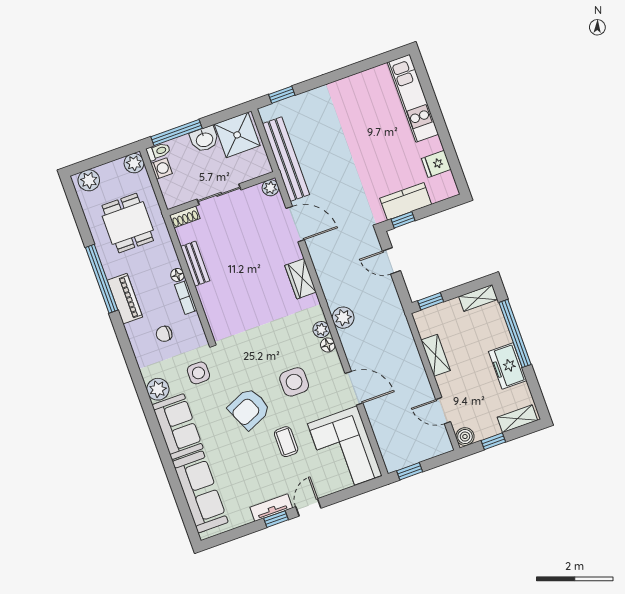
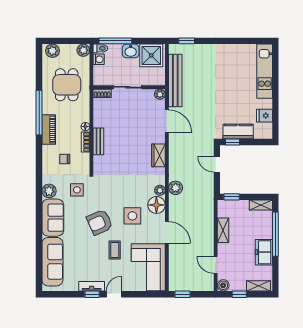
bench: (195, 264) -> (98, 141), moved
floor lamp: (328, 345) -> (156, 205), width x1.89, depth x1.89

